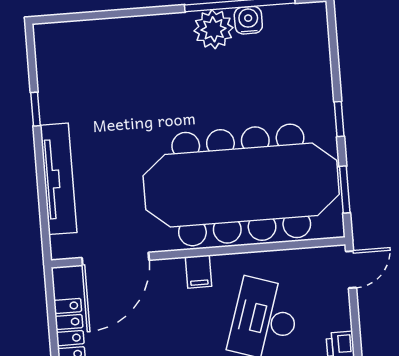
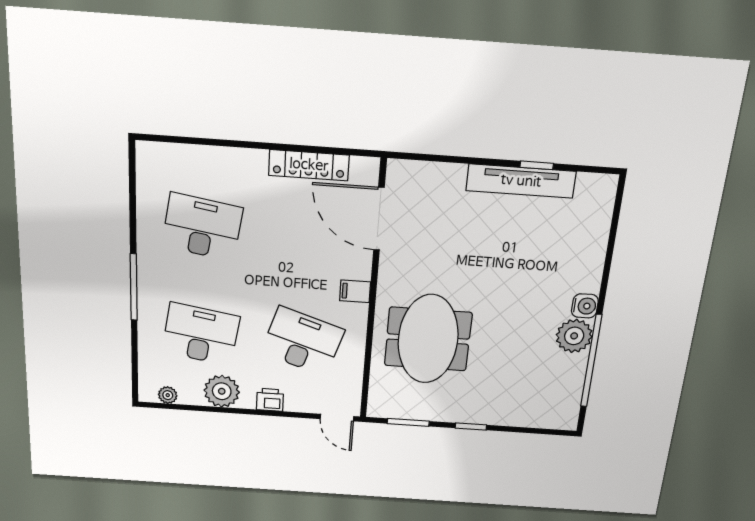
water cooler: (248, 20) -> (585, 306), moved
tv unit: (58, 179) -> (521, 181), moved
meeting table: (241, 185) -> (428, 339), width x0.54, depth x0.79

